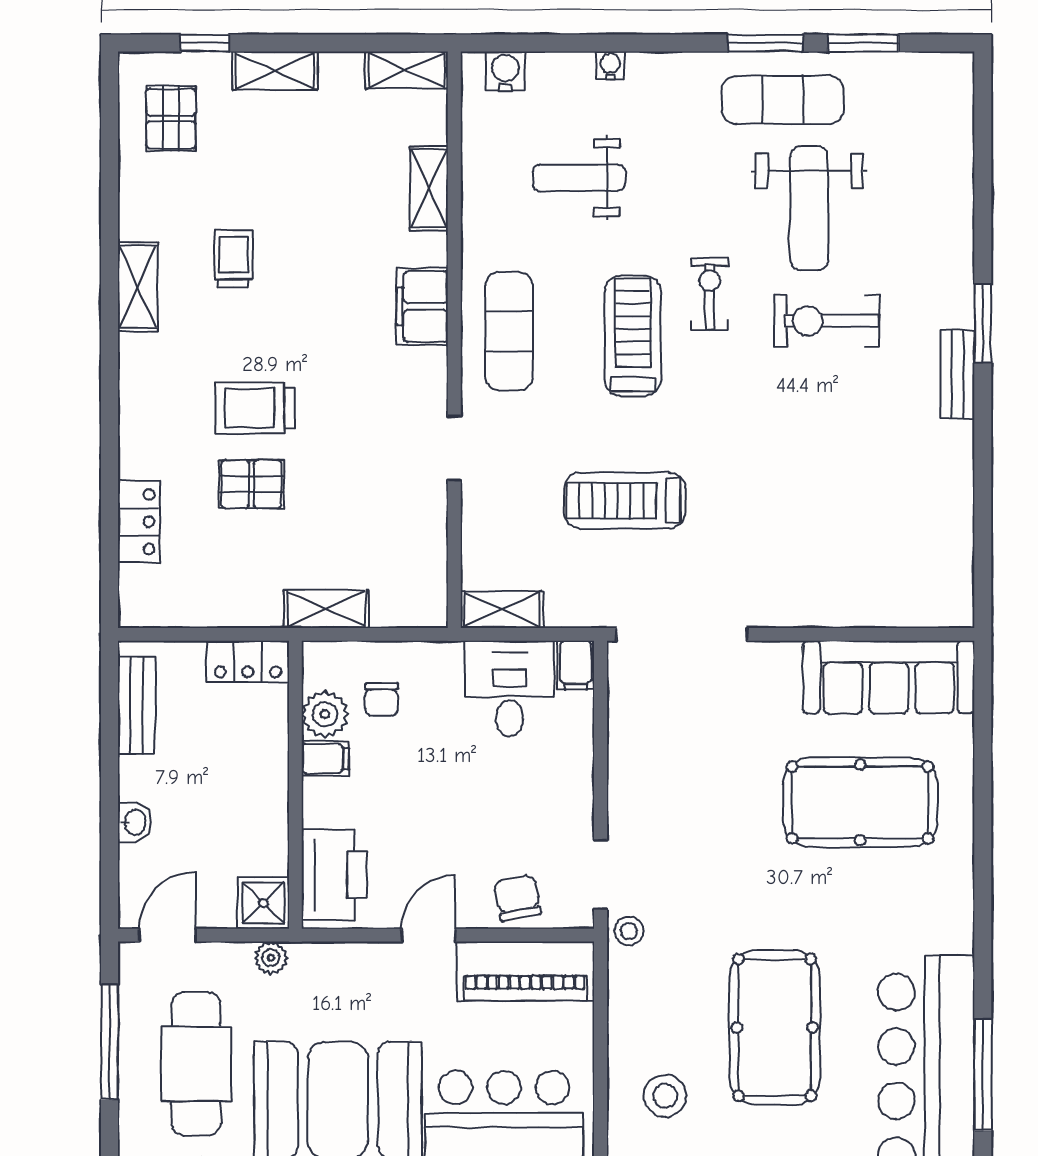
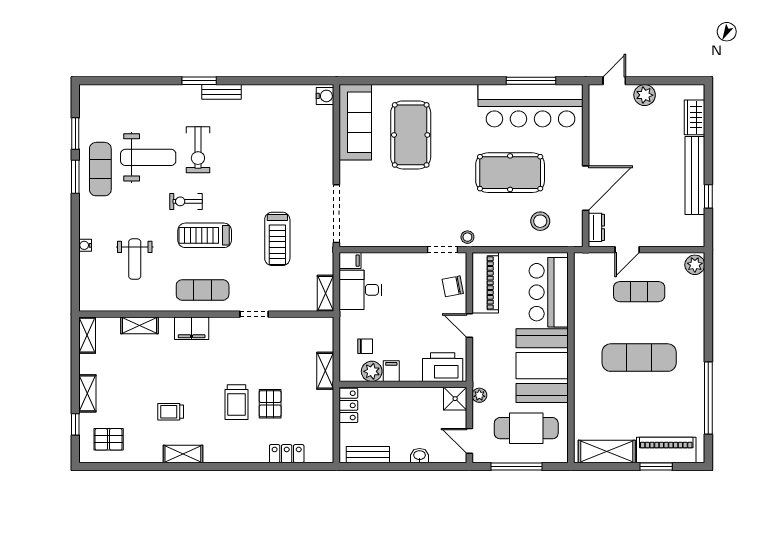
water cooler: (505, 71) -> (325, 96), moved, turned 180

